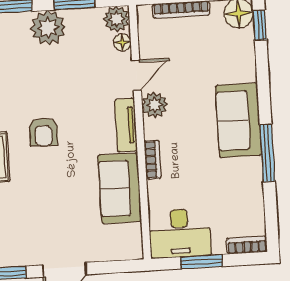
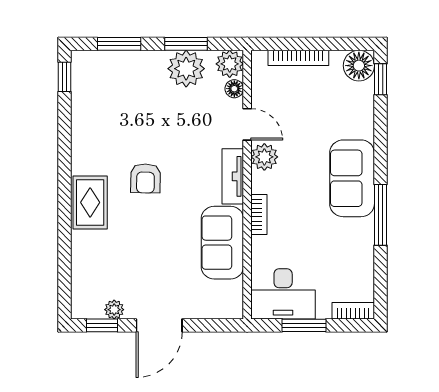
plant: (48, 28) -> (186, 69), moved
door: (136, 75) -> (247, 124), hinge flipped
plant: (21, 257) -> (114, 310), added

